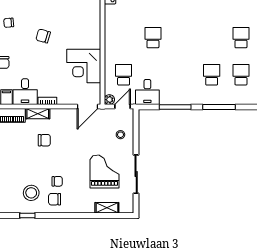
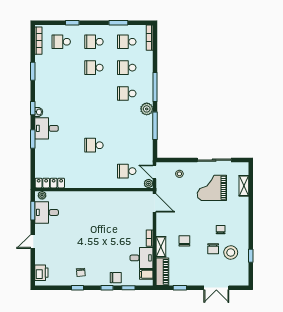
chair: (43, 36) -> (92, 242), removed
corner desk: (84, 66) -> (119, 206), removed
desk: (147, 92) -> (142, 150), removed
plant: (194, 98) -> (147, 109), added
chair: (55, 199) -> (213, 249), moved

